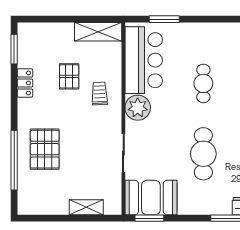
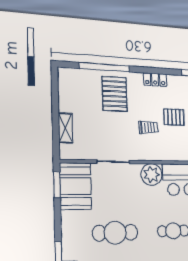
locker: (25, 83) -> (155, 80), moved
trolley: (100, 94) -> (148, 127), moved
pallet: (45, 149) -> (115, 94), turned 90

